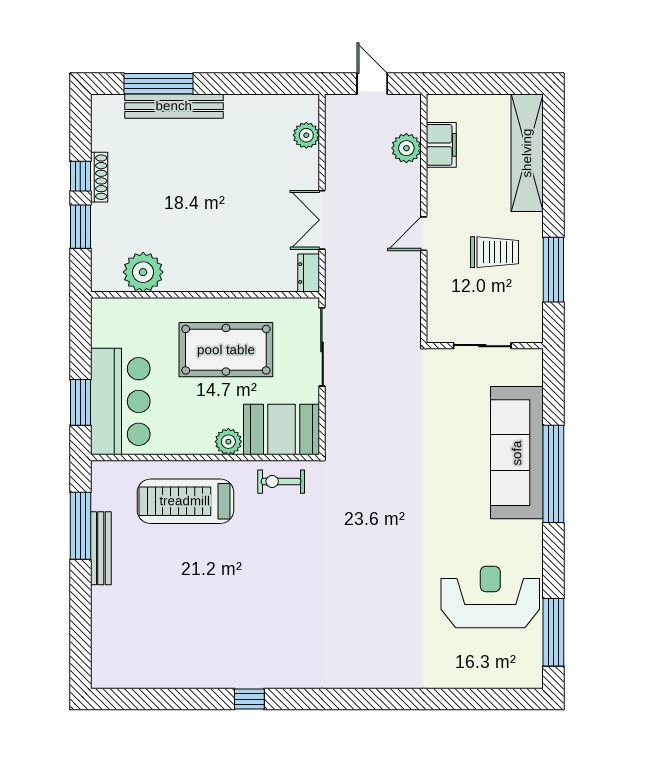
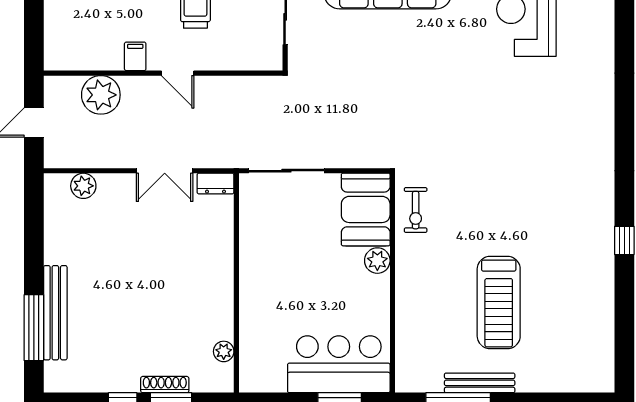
filing cabinet: (441, 145) -> (135, 56), moved, width x0.50
plant: (406, 148) -> (101, 95), width x1.36, depth x1.36
shoe rack: (99, 177) -> (165, 385), moved
plant: (143, 272) -> (224, 351), width x0.53, depth x0.53
pool table: (226, 350) -> (289, 263), removed
treadmill: (185, 501) -> (499, 303), moved

